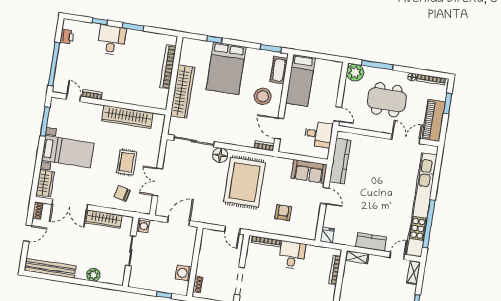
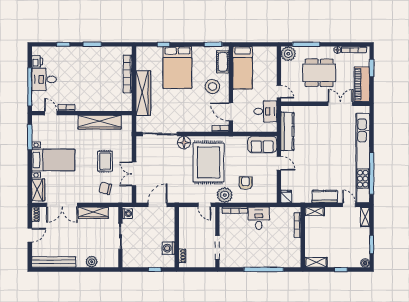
desk: (112, 40) -> (44, 79), moved, turned -90
plant: (257, 222) -> (225, 195), added
door: (397, 256) -> (349, 205), hinge flipped

